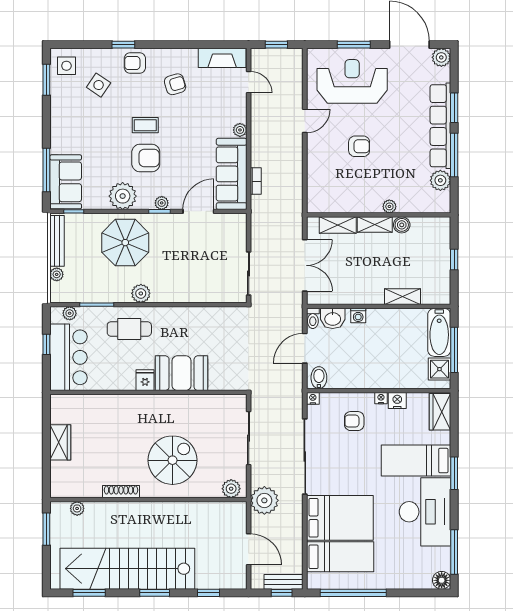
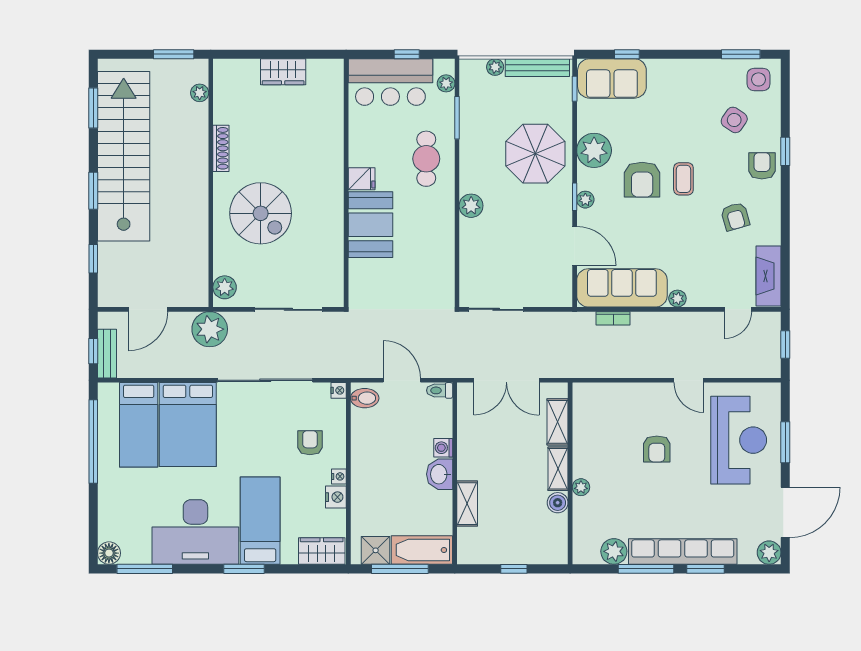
window: (46, 170) -> (627, 54), width x0.46
plant: (141, 293) -> (471, 206), moved
washbasin: (333, 318) -> (440, 474), moved

